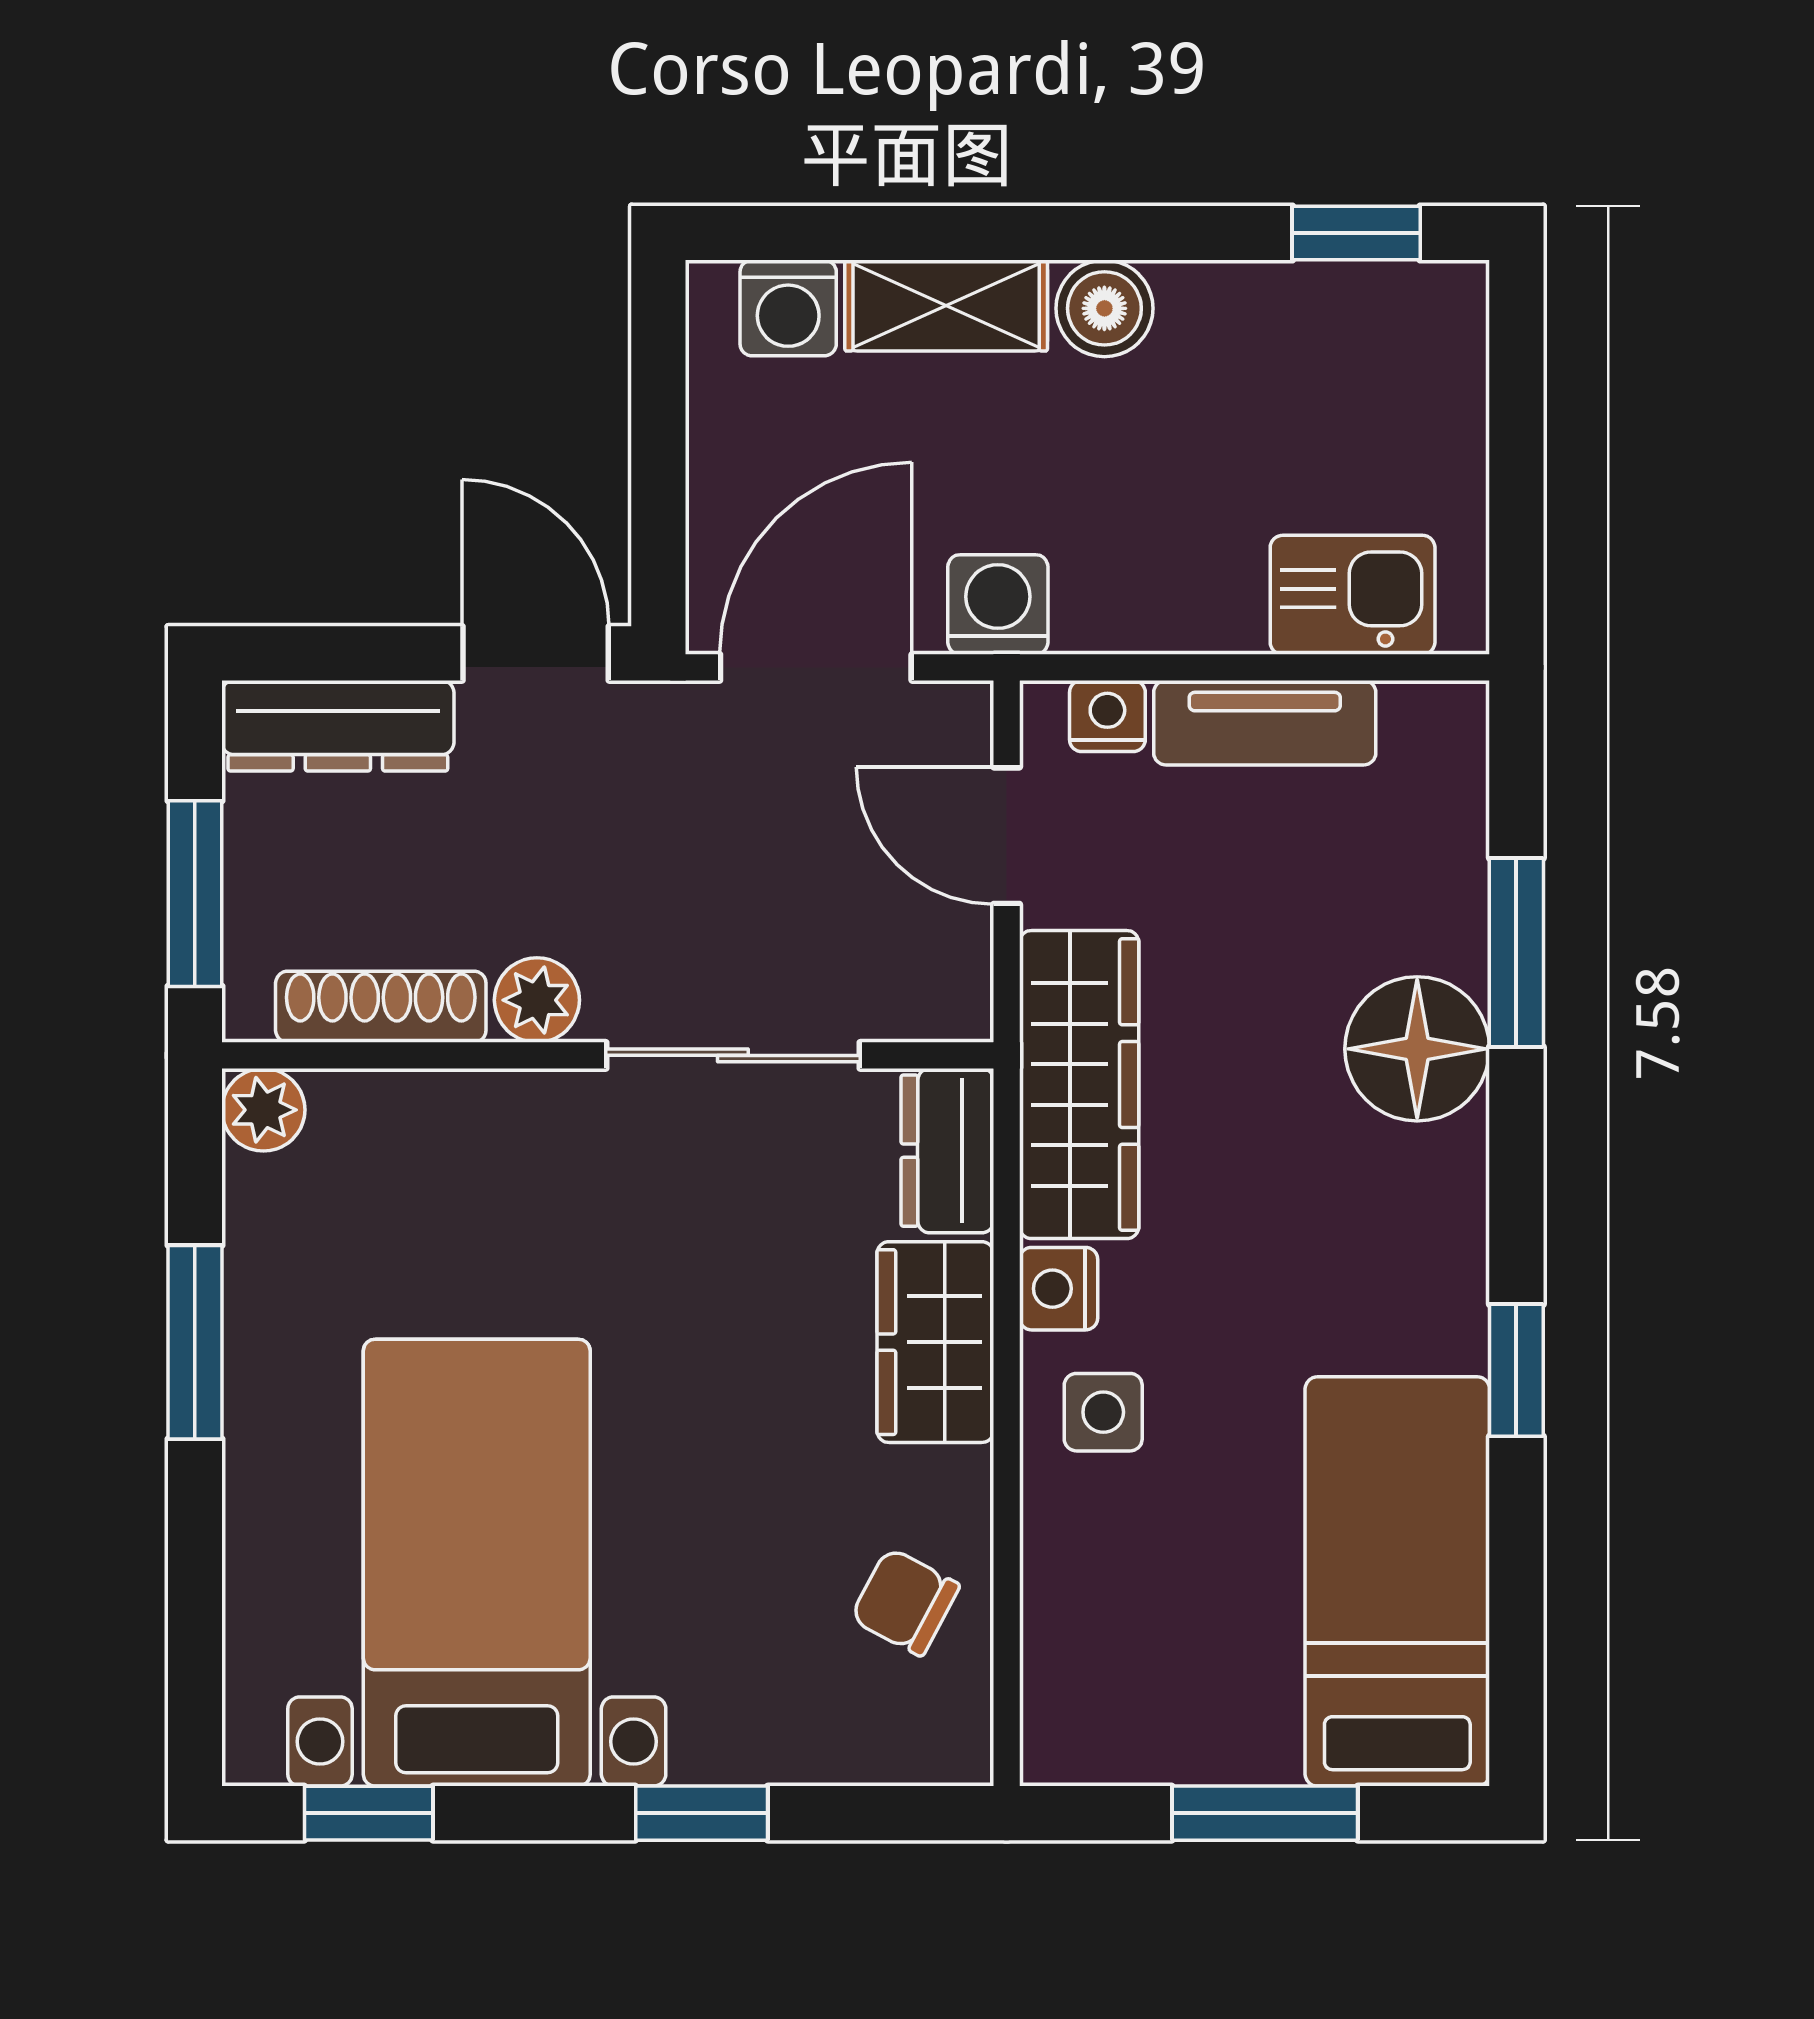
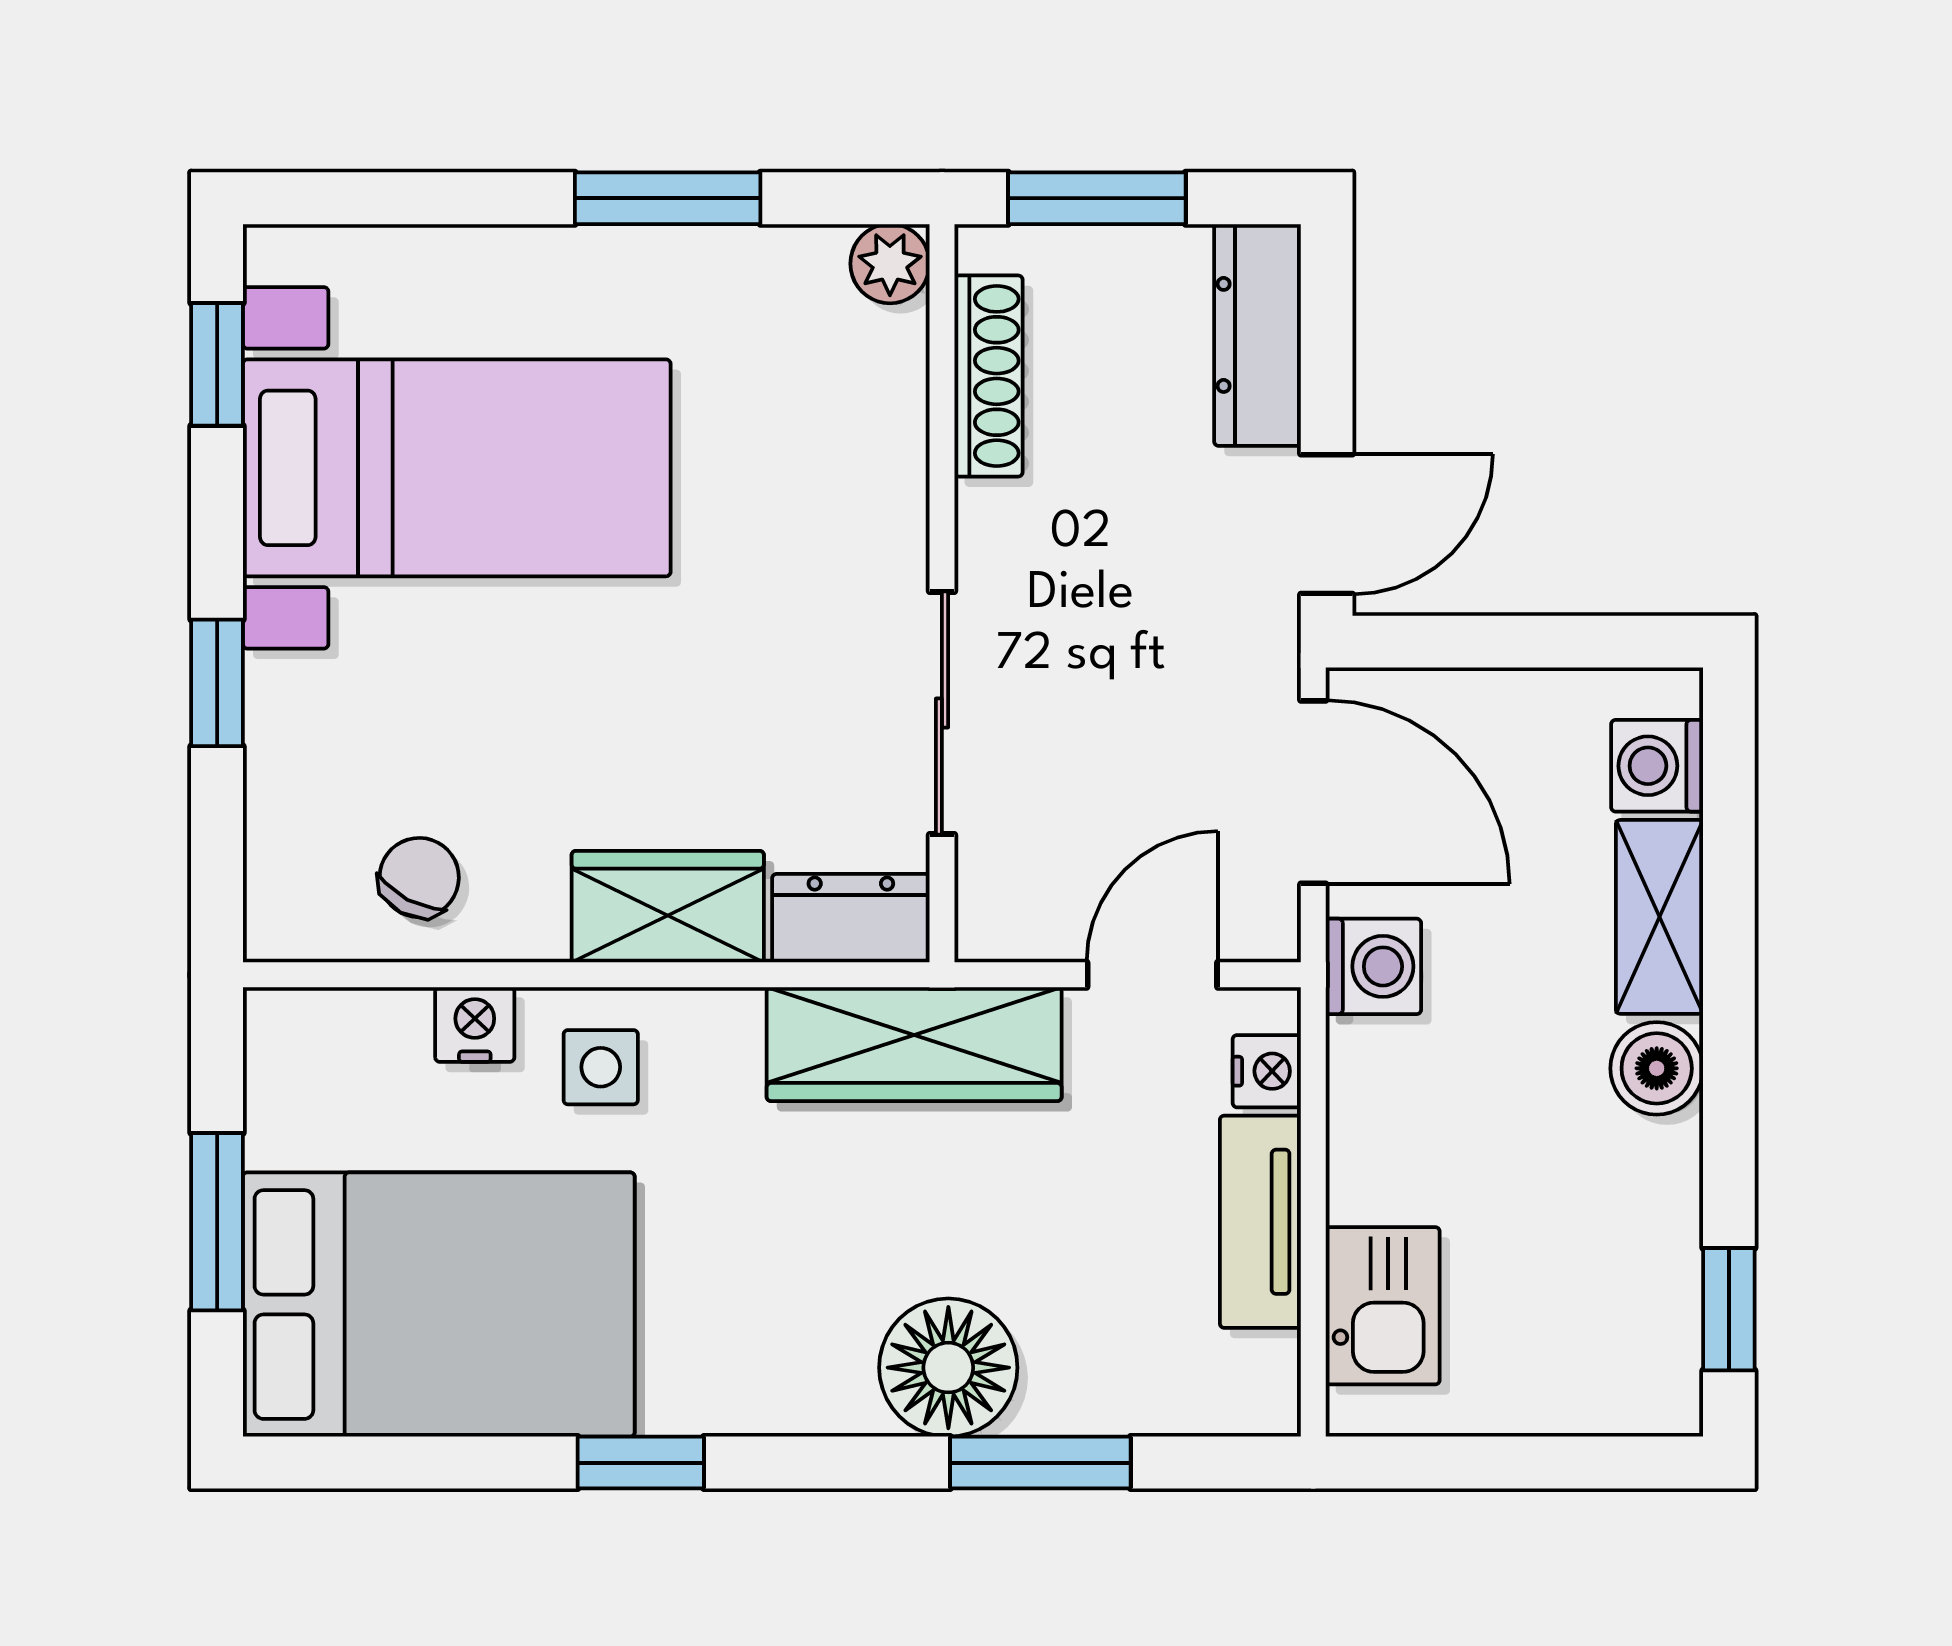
plant: (537, 1000) -> (995, 525), removed
nightstand: (1059, 1289) -> (475, 1024), moved
bed: (1397, 1581) -> (439, 1305), width x1.50

